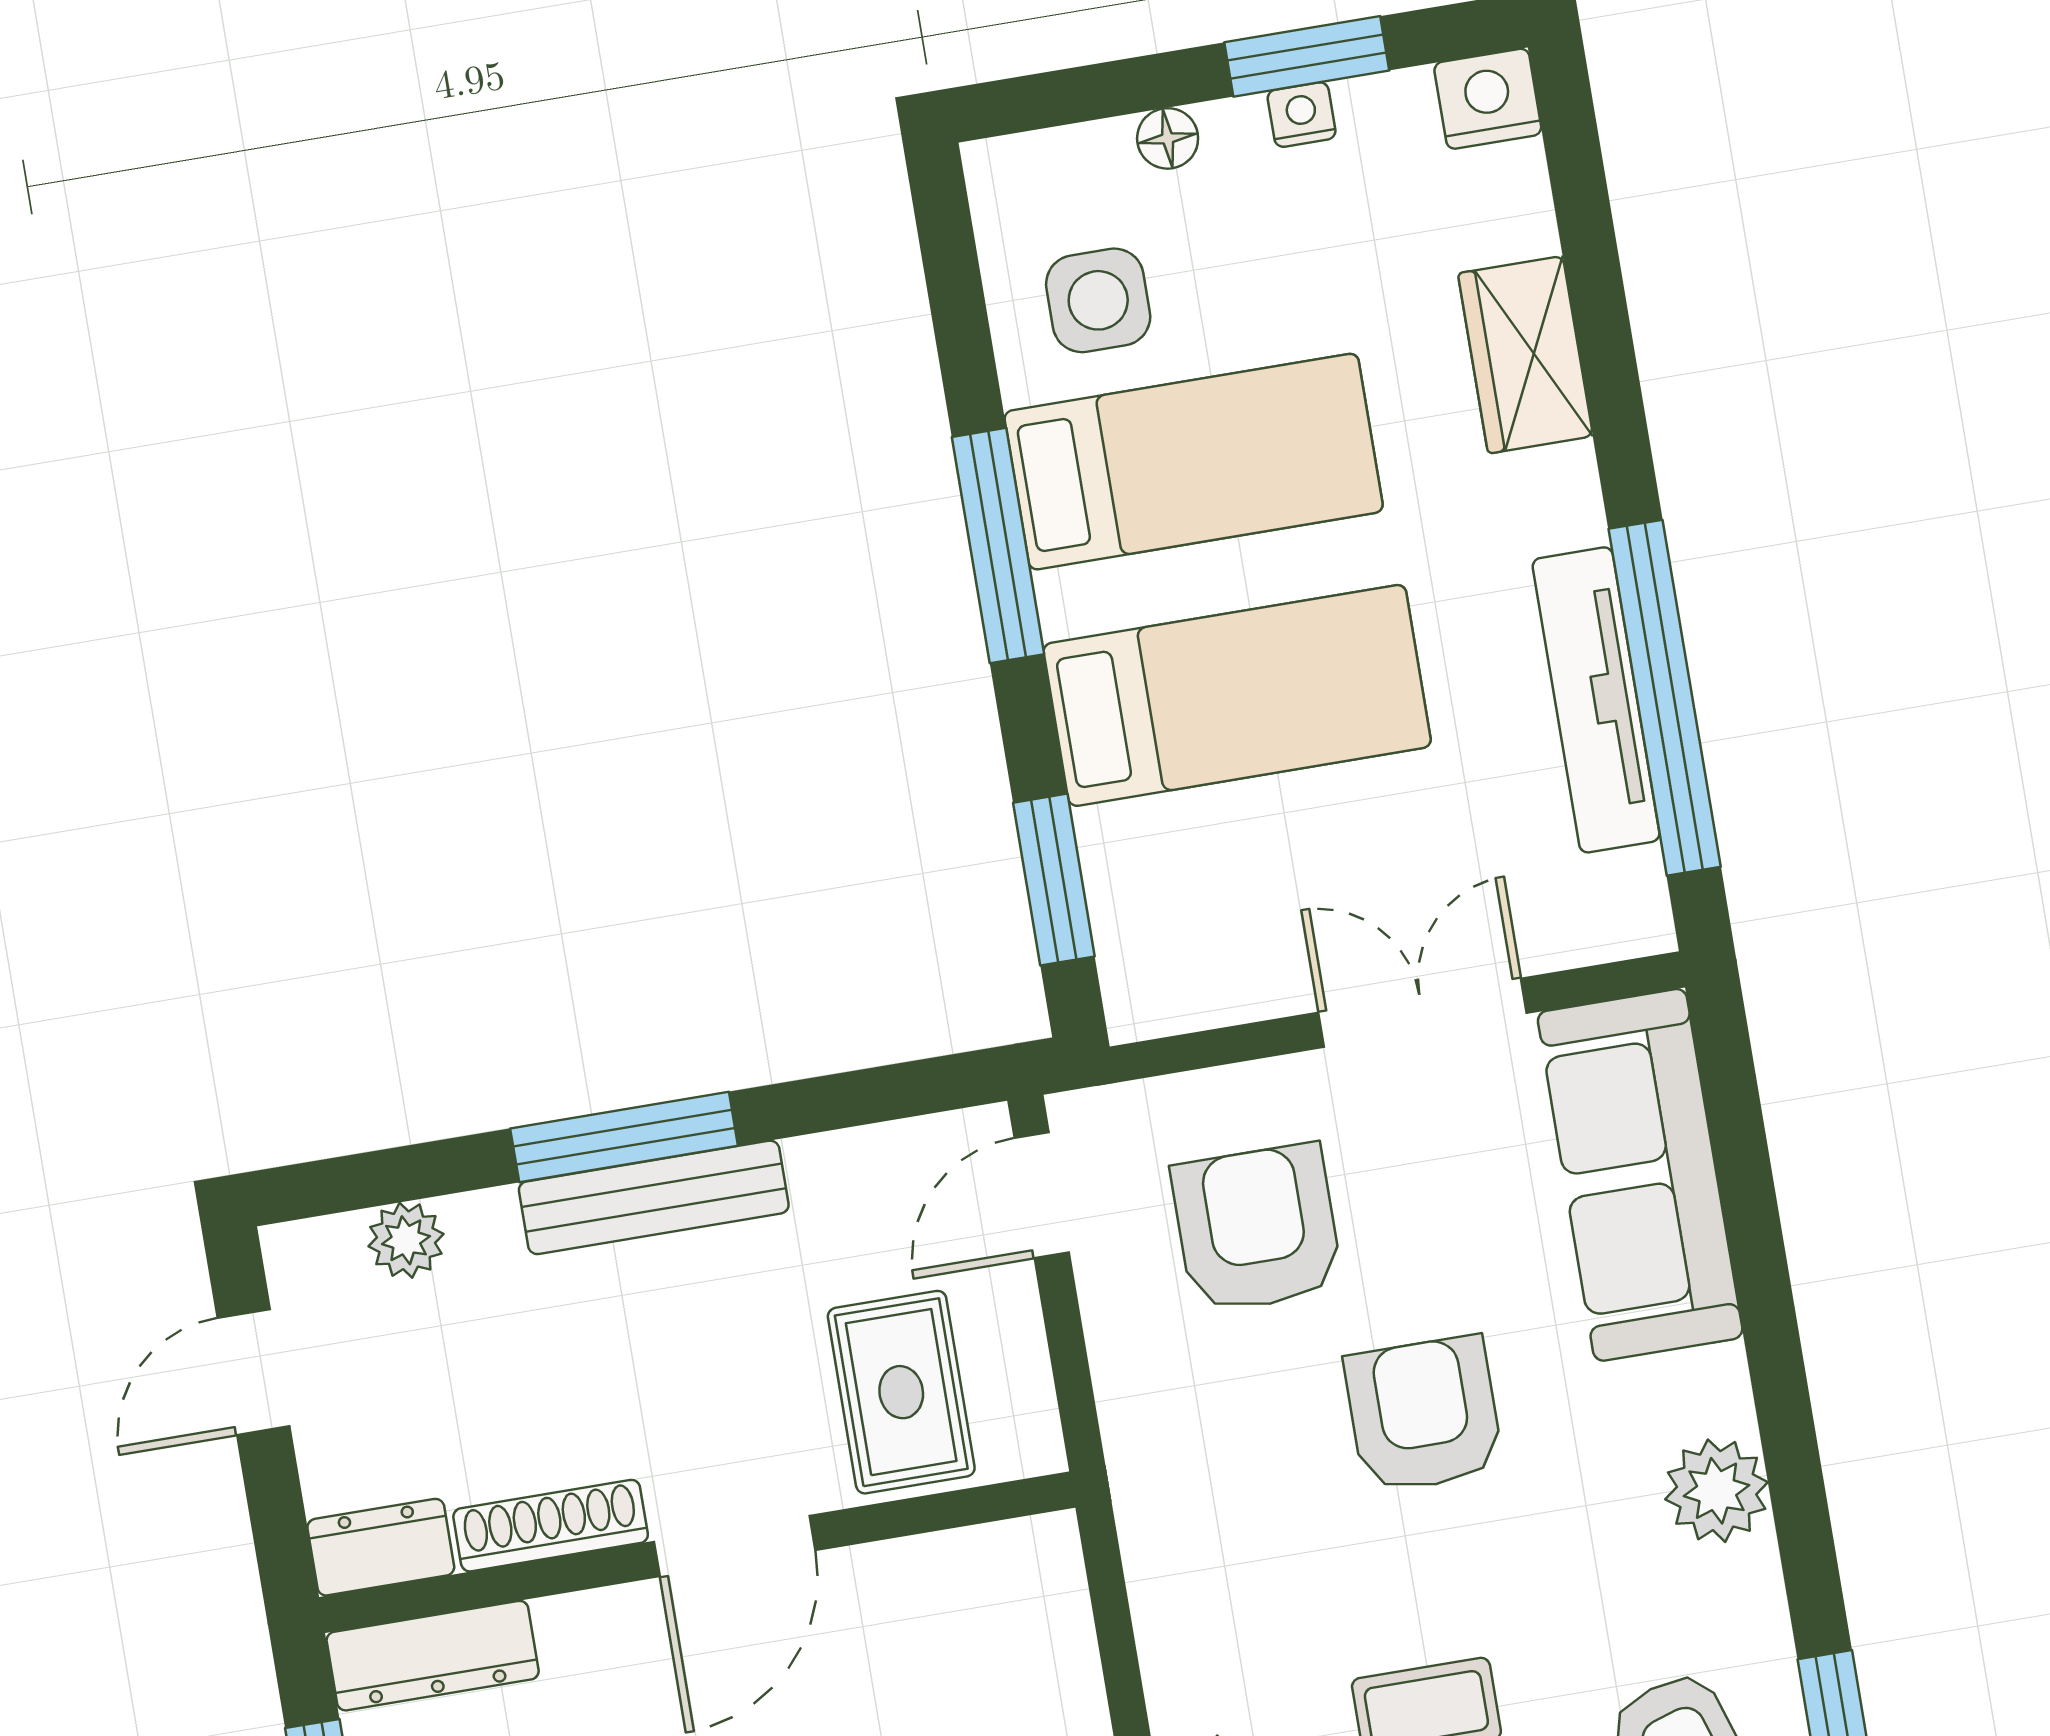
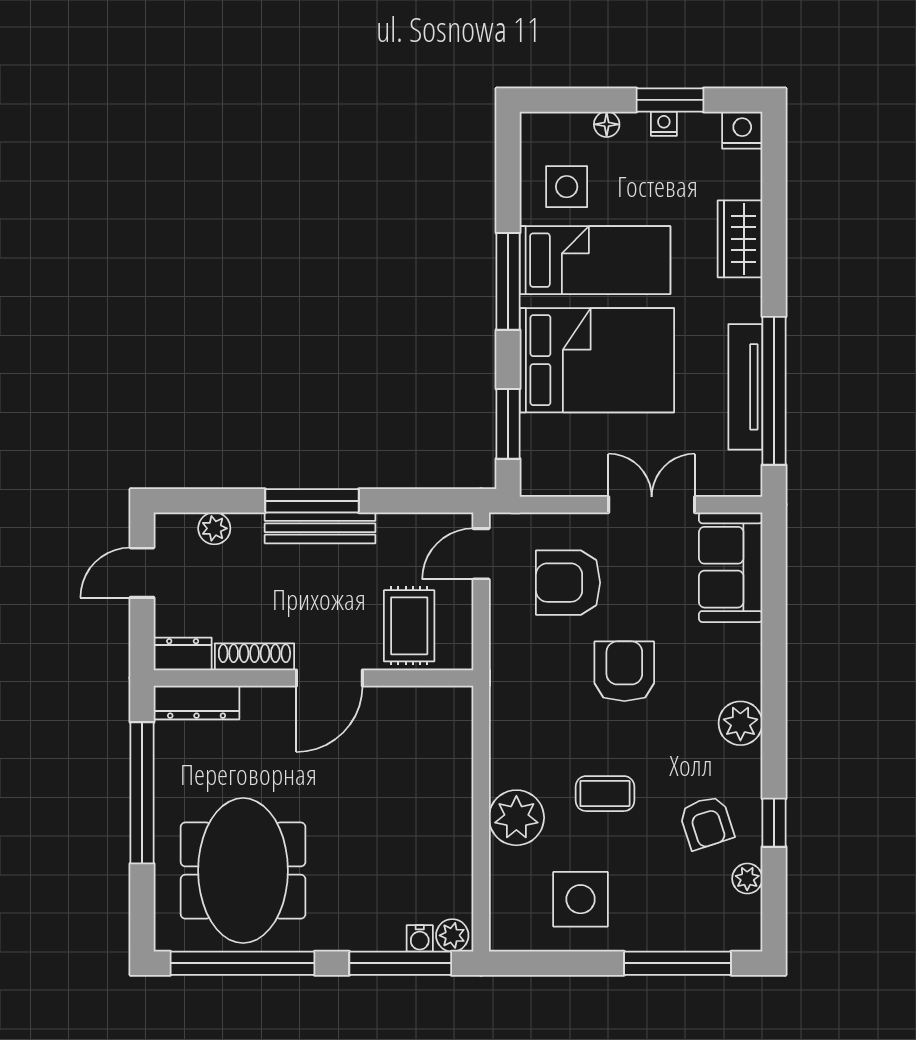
bed: (1237, 695) -> (597, 360), width x1.50
sofa: (1640, 1175) -> (731, 567), width x0.73
armchair: (1257, 1229) -> (568, 583), turned -90

